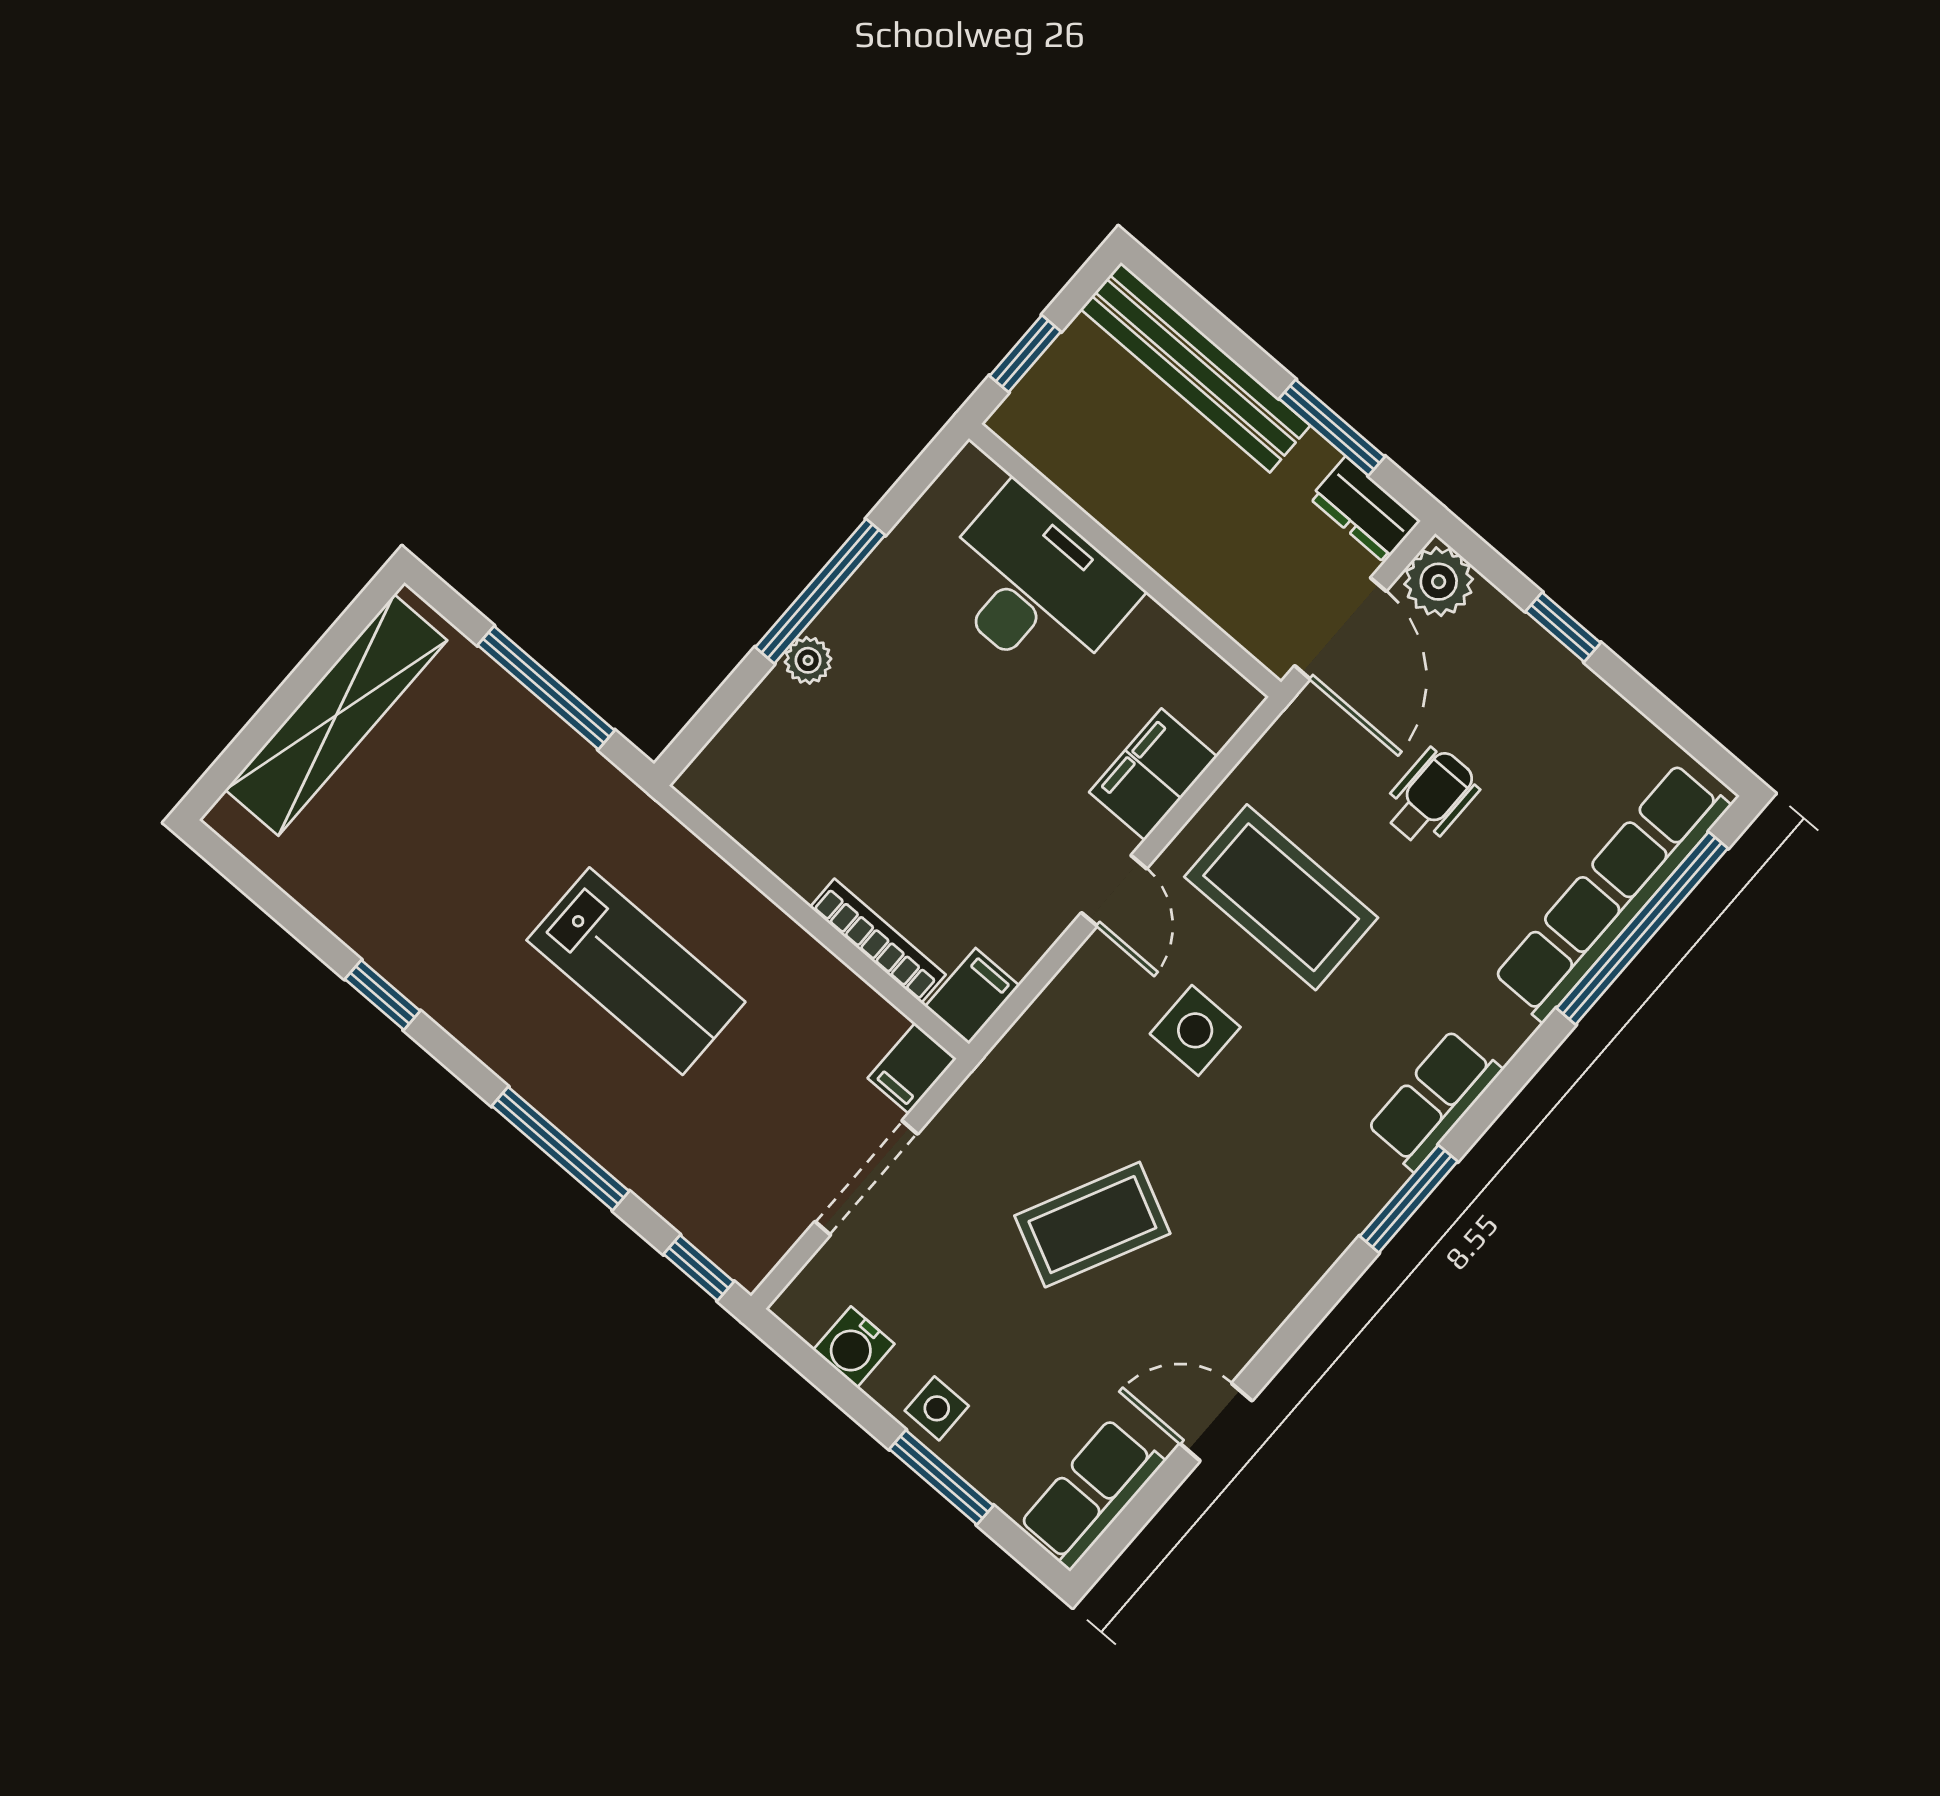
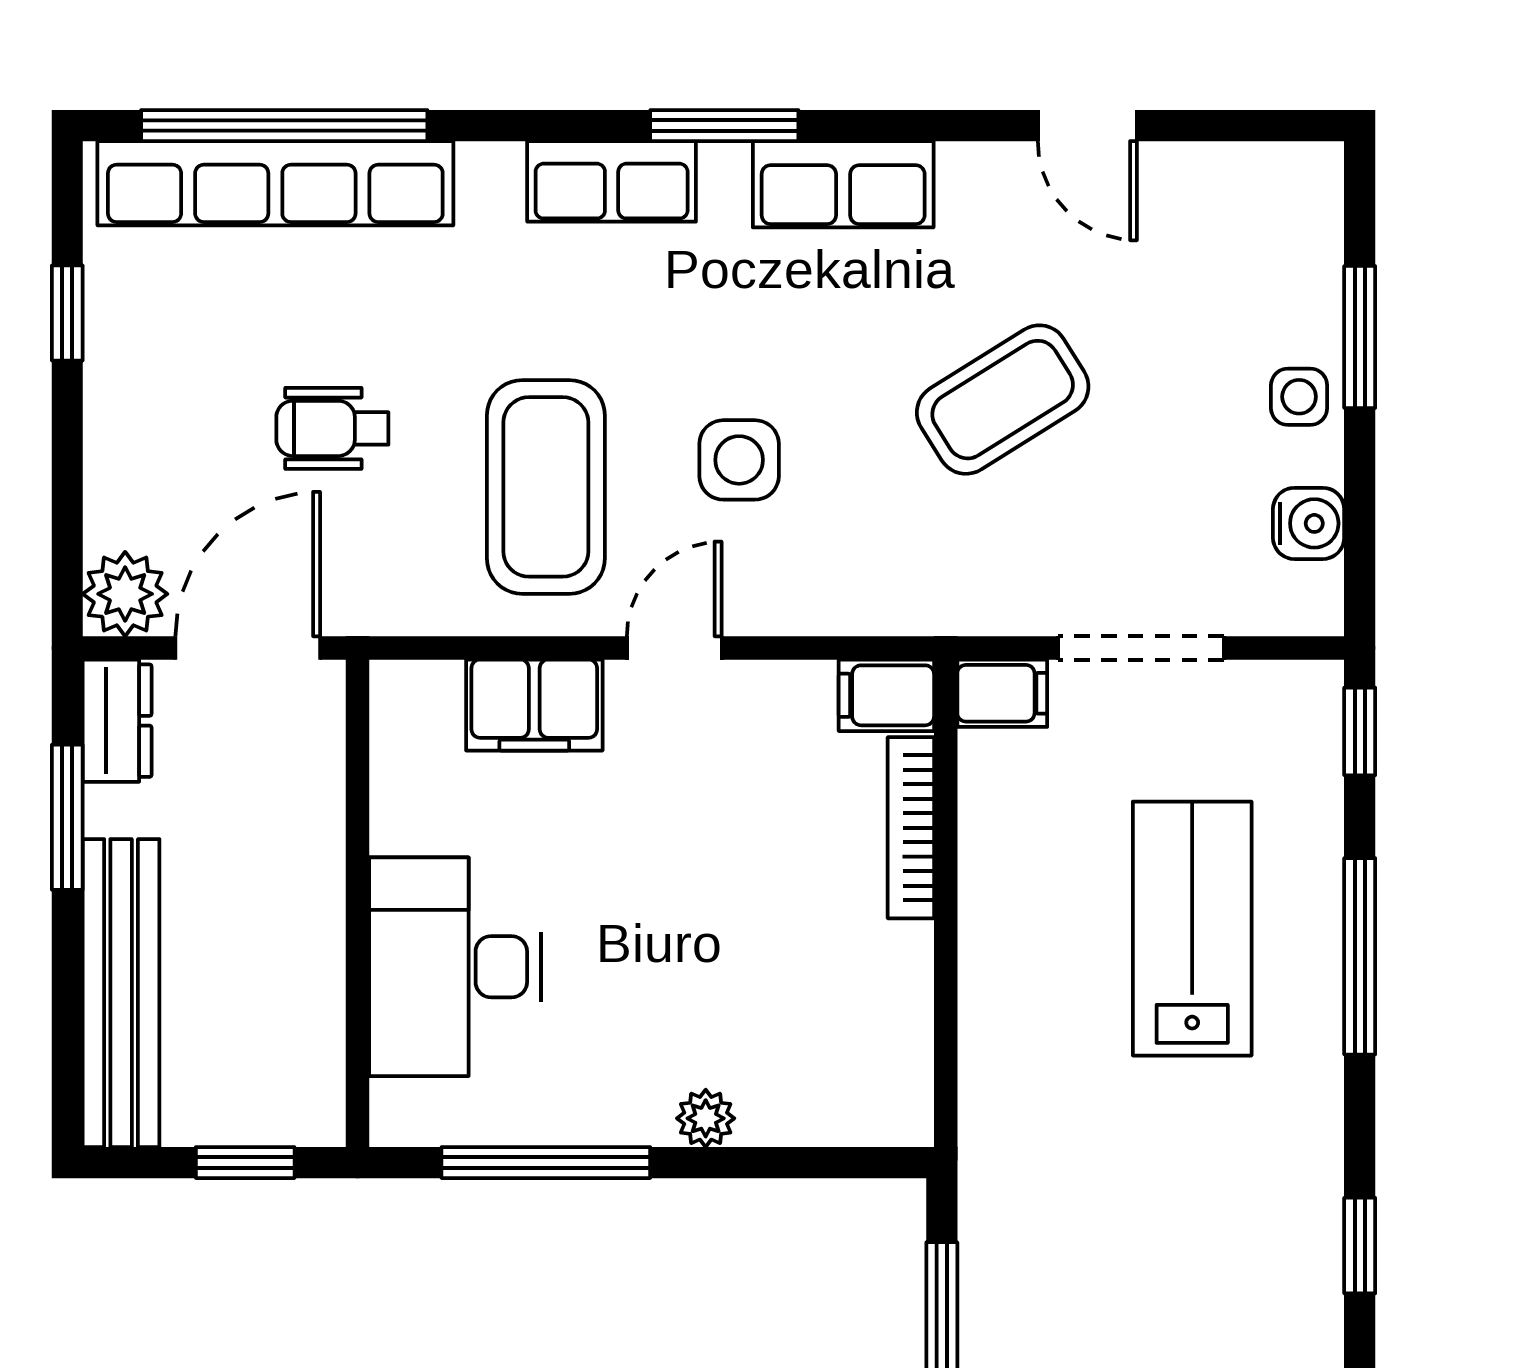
window: (820, 591) -> (546, 1163), moved
window: (1563, 627) -> (67, 313), moved
lab bench: (636, 971) -> (1192, 929), moved
coffee table: (1092, 1225) -> (1003, 400), turned -58
row of seats: (1091, 1493) -> (843, 184), moved

